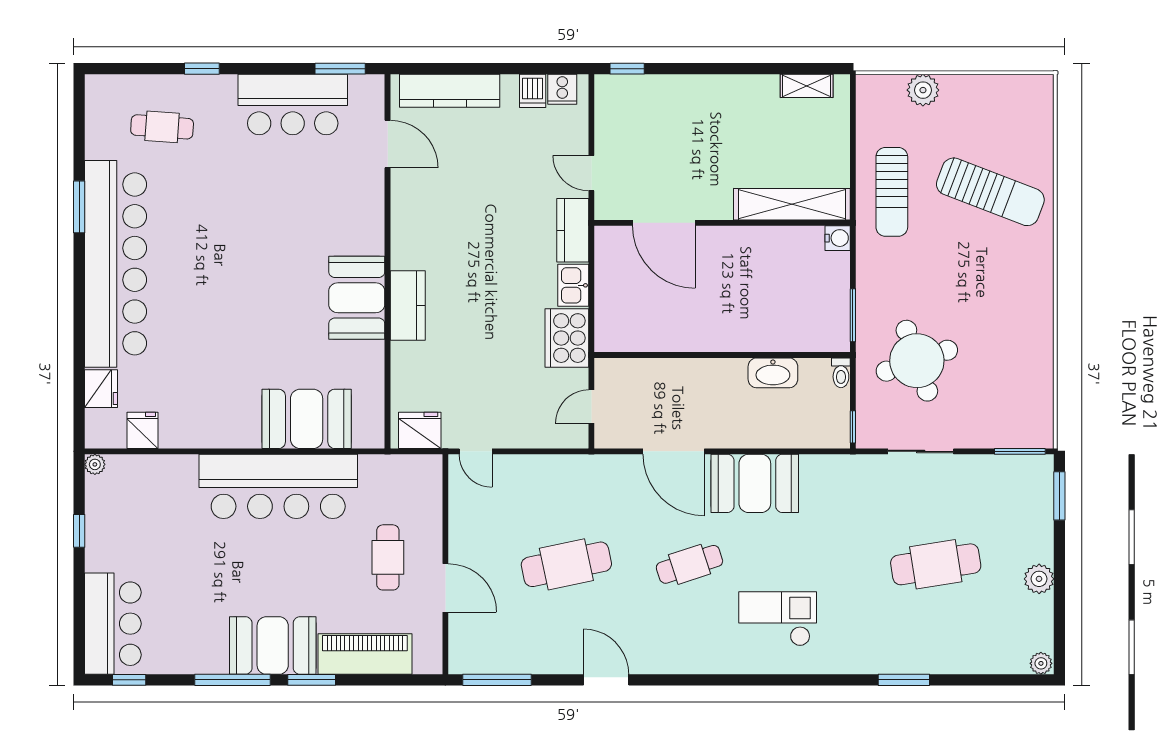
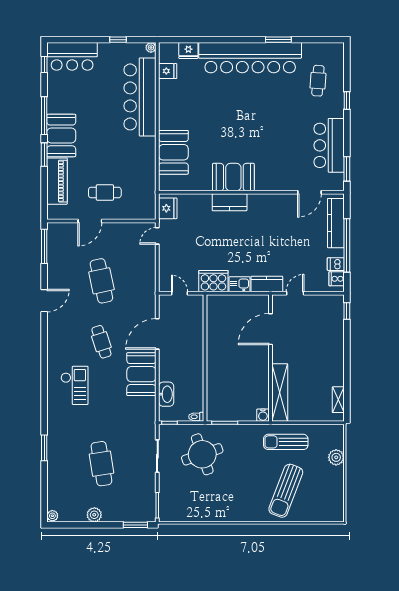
window: (495, 69) -> (347, 245), added
washbasin: (773, 373) -> (166, 394), moved, turned 180
bar counter: (278, 486) -> (140, 97), moved

